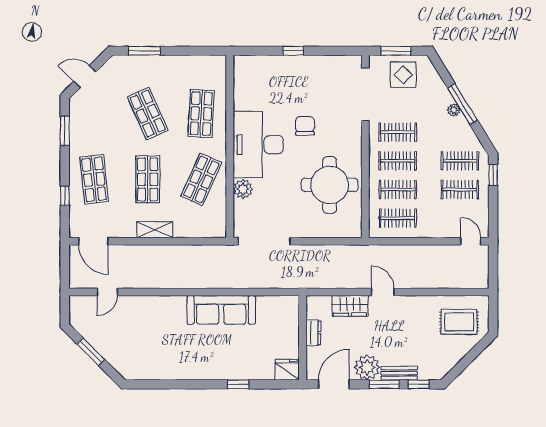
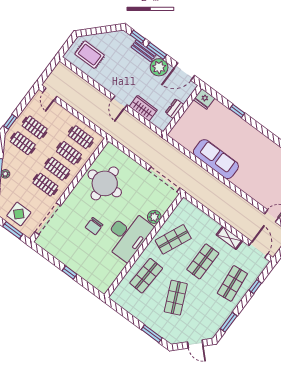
shelving: (155, 230) -> (229, 238), moved

